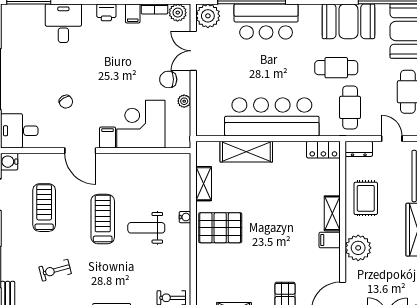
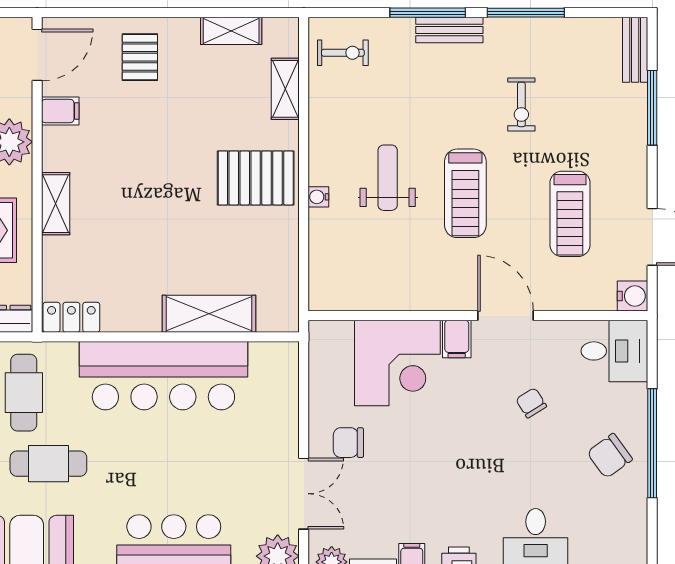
chair: (22, 72) -> (610, 456), added
chair: (168, 79) -> (348, 443), turned 180
plant: (184, 101) -> (320, 404), removed
shelving: (204, 184) -> (285, 89), moved
weight bench: (146, 228) -> (388, 178), turned -90
filing cabinet: (330, 240) -> (60, 111), moved
exercise bike: (55, 270) -> (521, 104), moved, turned 105

